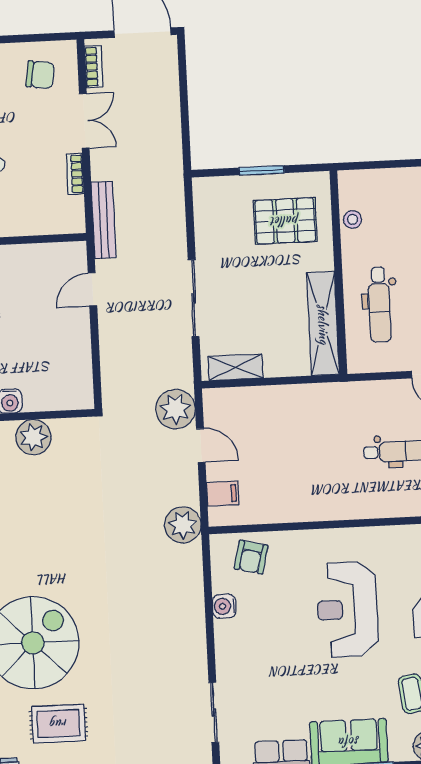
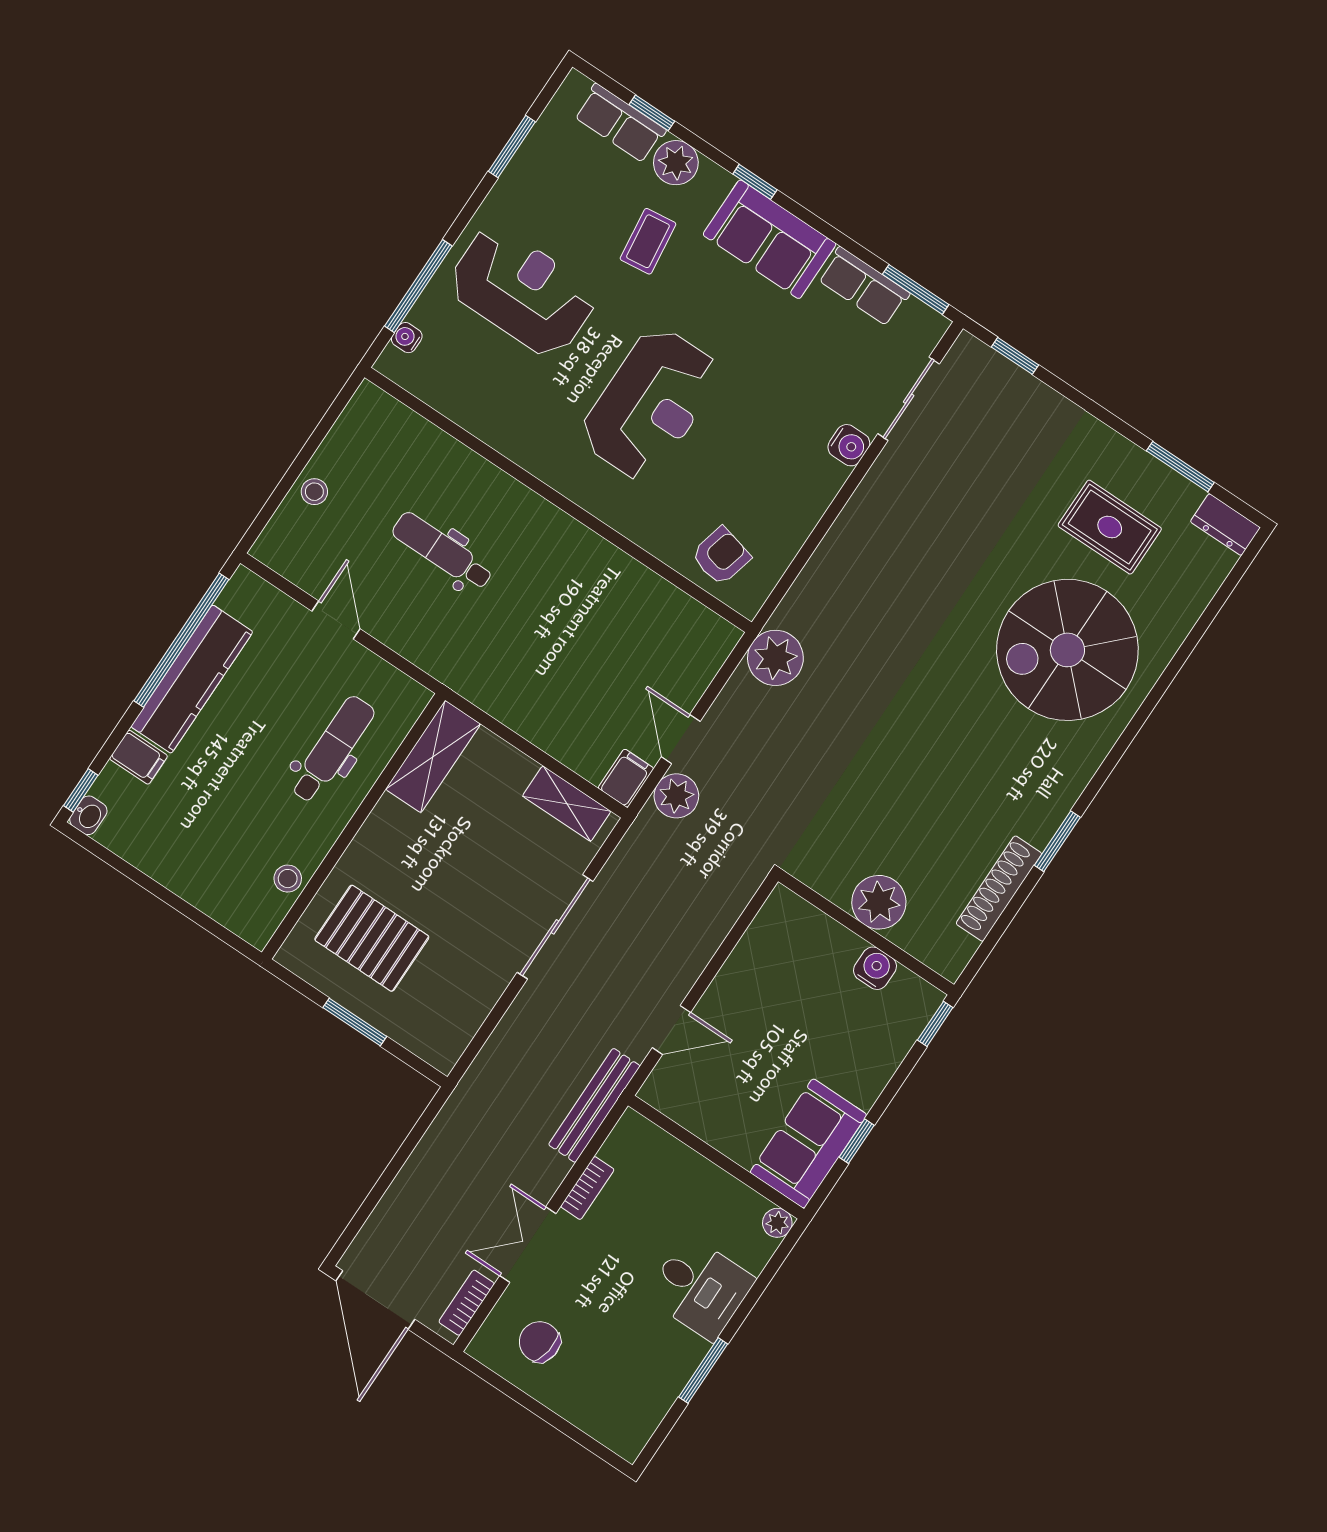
shelving: (323, 324) -> (433, 757), width x0.68
plant: (175, 409) -> (676, 796), width x0.73, depth x0.73
filing cabinet: (223, 494) -> (626, 778), moved, turned 90
water cooler: (224, 606) -> (849, 445), moved

